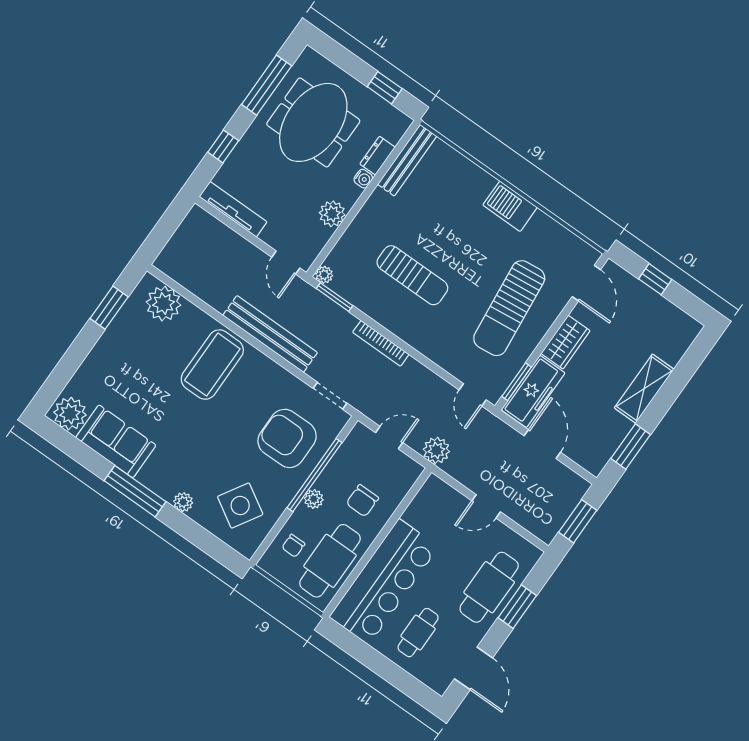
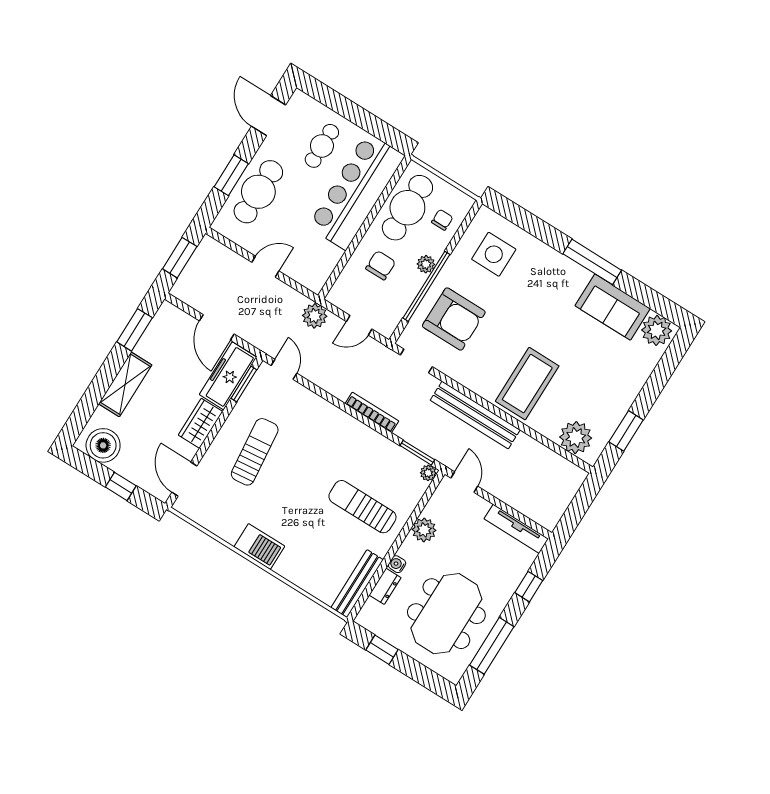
sun lounger: (412, 275) -> (362, 507), moved
sun lounger: (509, 308) -> (255, 452), width x0.73, depth x0.75
boiler: (672, 324) -> (103, 445), added
plant: (183, 502) -> (547, 254), removed
side table: (240, 505) -> (494, 254), turned -31

